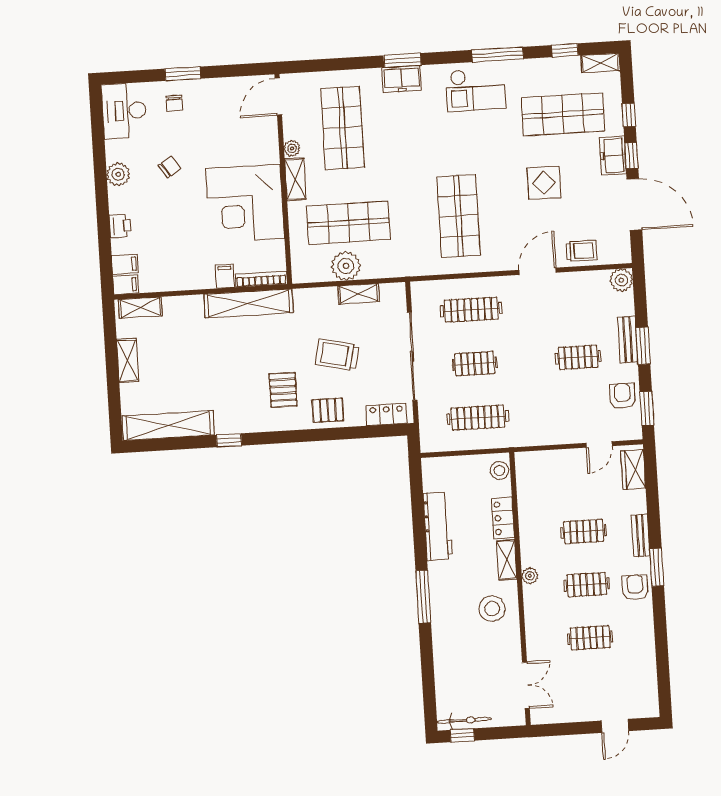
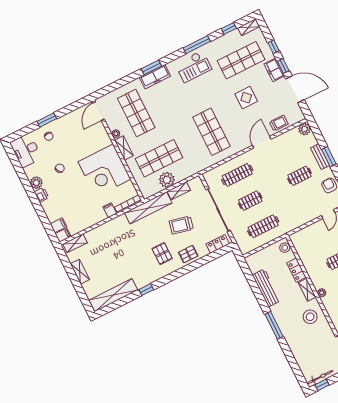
freezer: (402, 79) -> (155, 77), width x1.40
printer: (120, 226) -> (41, 195), moved
shelving: (249, 303) -> (148, 208), moved

